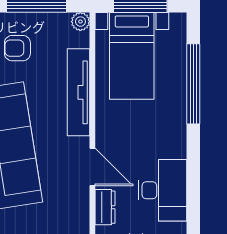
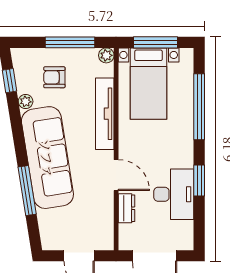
window: (193, 173) -> (199, 180), added

